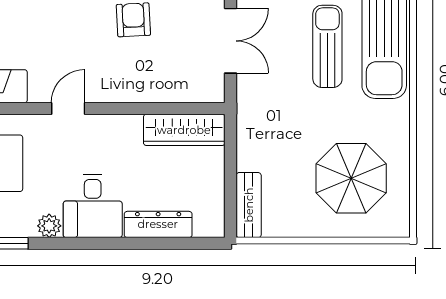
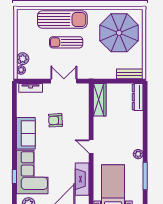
parasol: (351, 178) -> (119, 33), width x1.36, depth x1.36
desk: (93, 206) -> (130, 137), removed
dresser: (158, 224) -> (138, 97), moved

